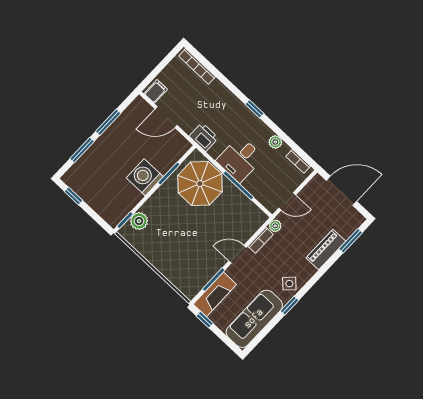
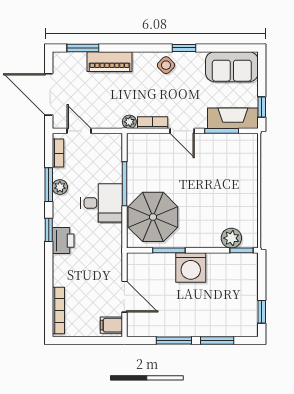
window: (284, 136) -> (49, 185), added
printer: (204, 137) -> (63, 241), moved, turned 180
door: (287, 201) -> (79, 131), moved
sofa: (254, 319) -> (232, 67), width x0.73

